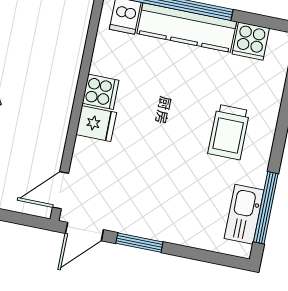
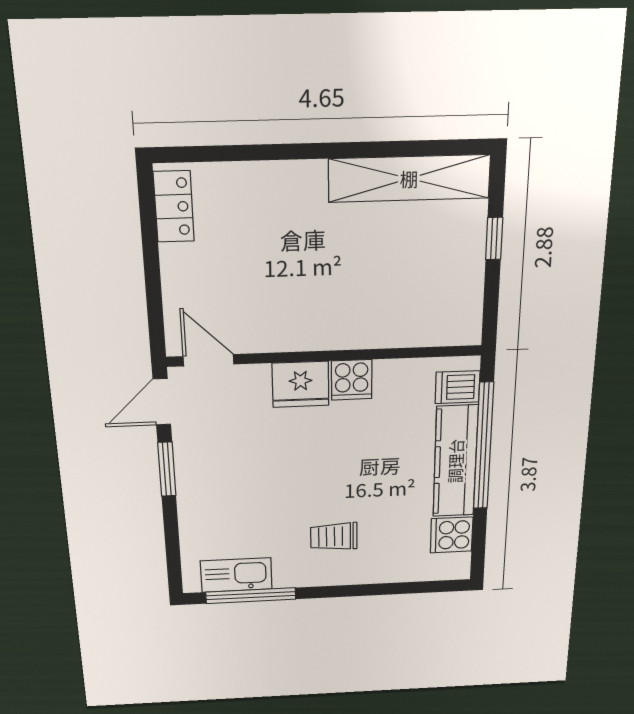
fridge: (96, 124) -> (301, 384), width x1.38
trolley: (229, 132) -> (334, 536), width x0.73, depth x0.72
door: (84, 232) -> (162, 402), hinge flipped

